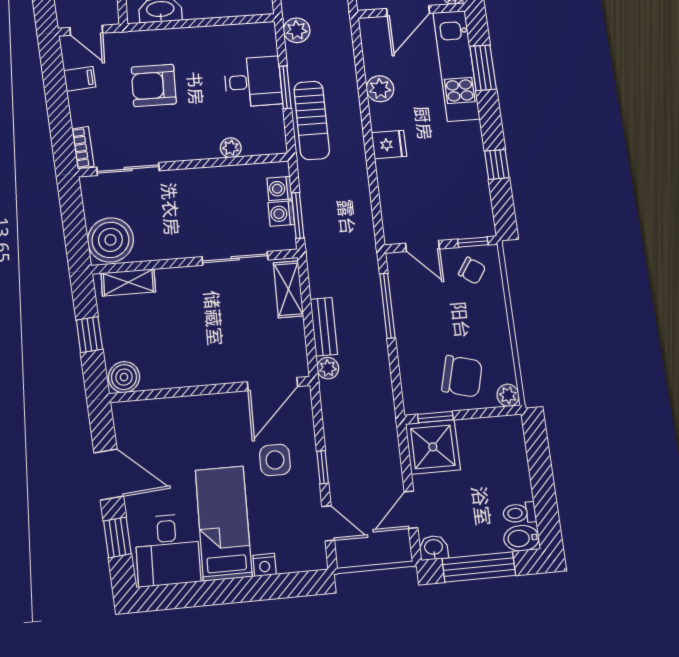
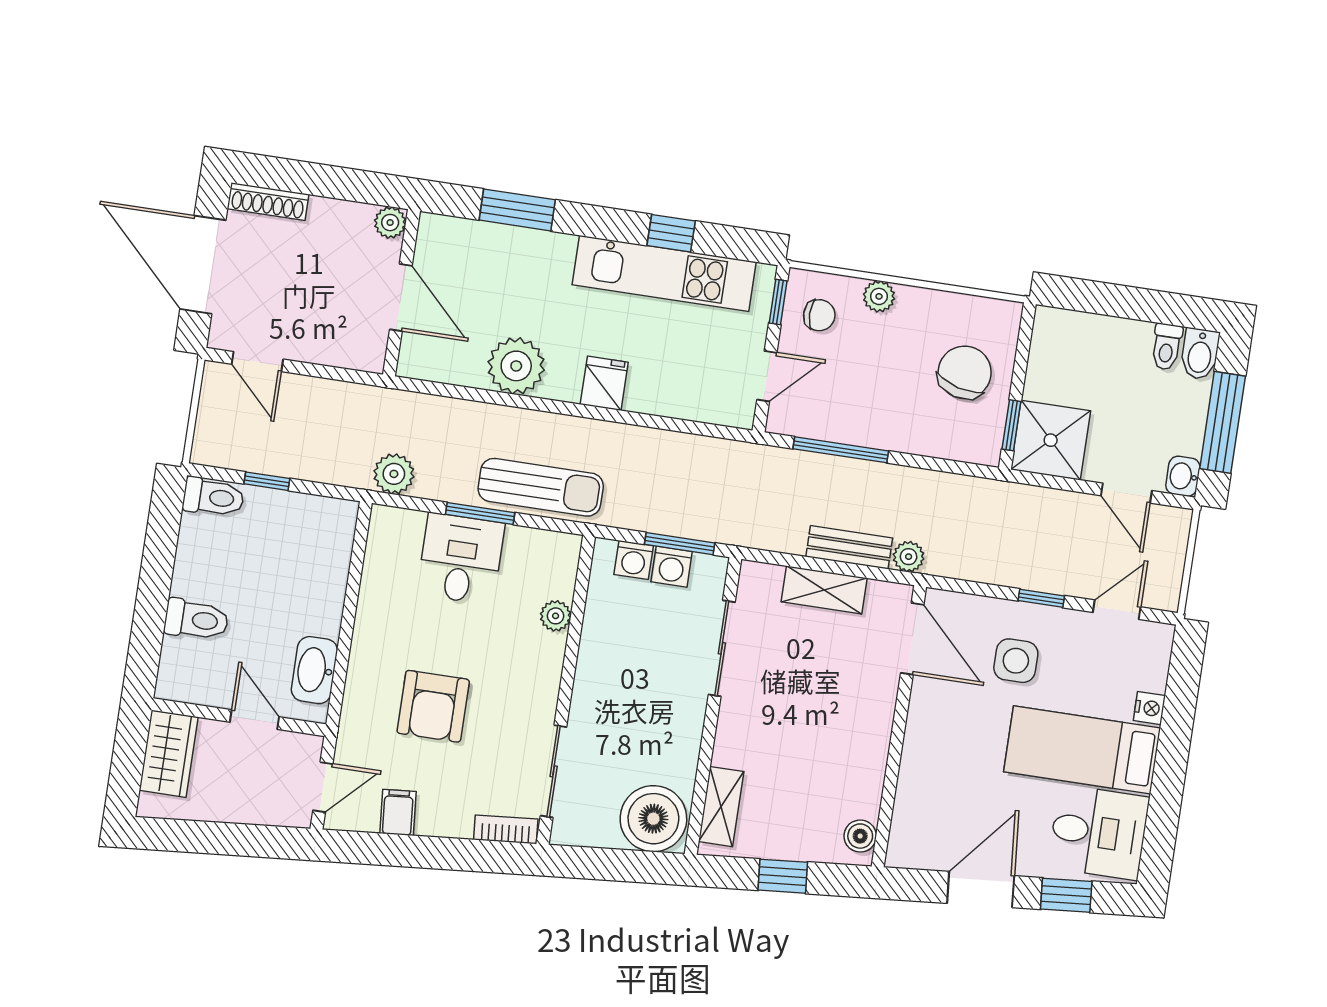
kitchen unit: (456, 65) -> (664, 273), moved
plant: (380, 89) -> (516, 366), width x1.36, depth x1.36
chair: (472, 271) -> (819, 315), turned 56
shelving: (288, 289) -> (824, 590), moved
boiler: (124, 377) -> (860, 836), width x0.73, depth x0.73
plant: (508, 395) -> (879, 296), moved

